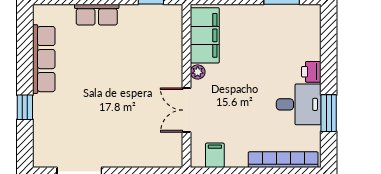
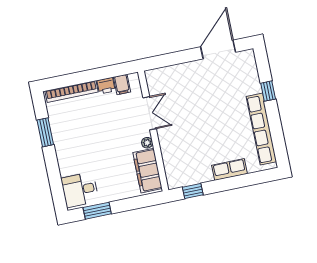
row of seats: (44, 59) -> (261, 129), width x1.36
printer: (311, 72) -> (106, 86), moved, turned 90
desk: (299, 104) -> (80, 190), moved

